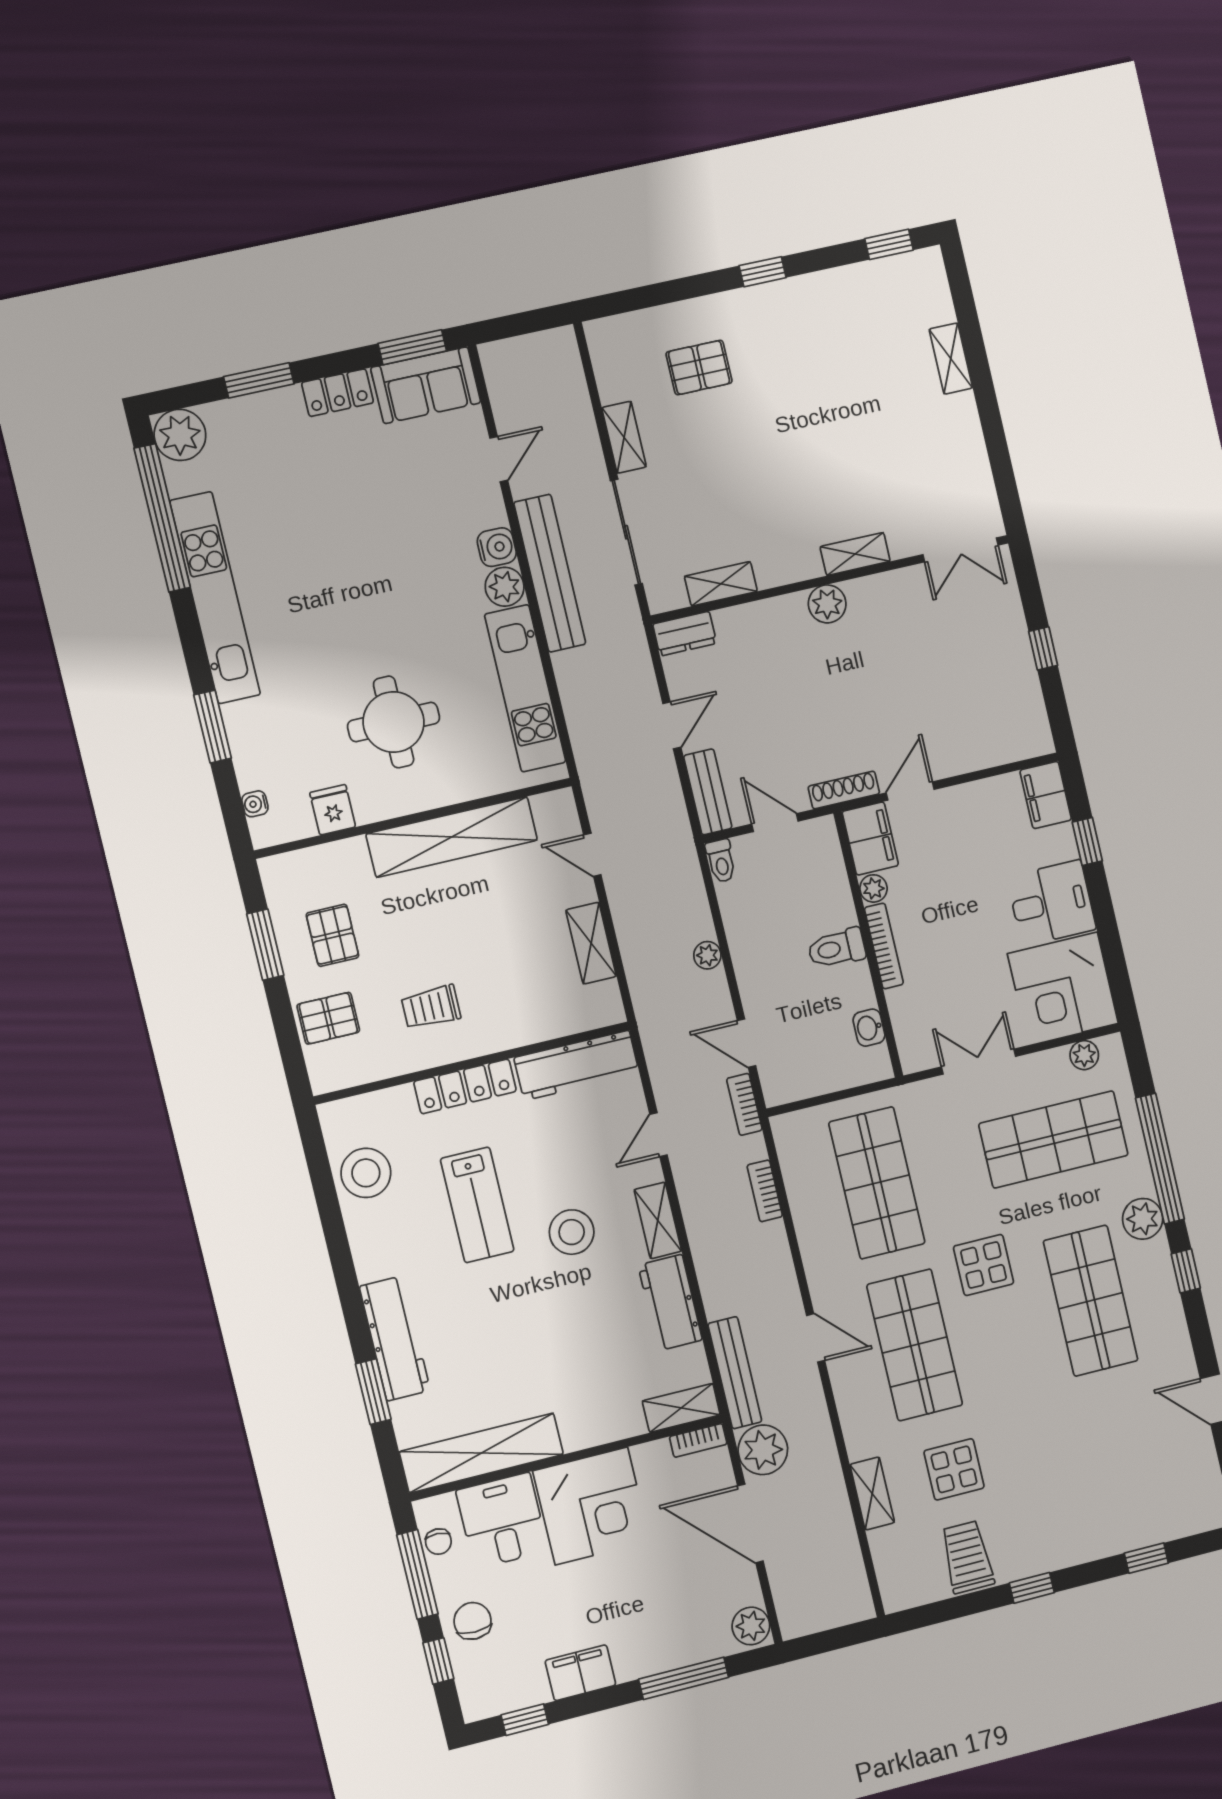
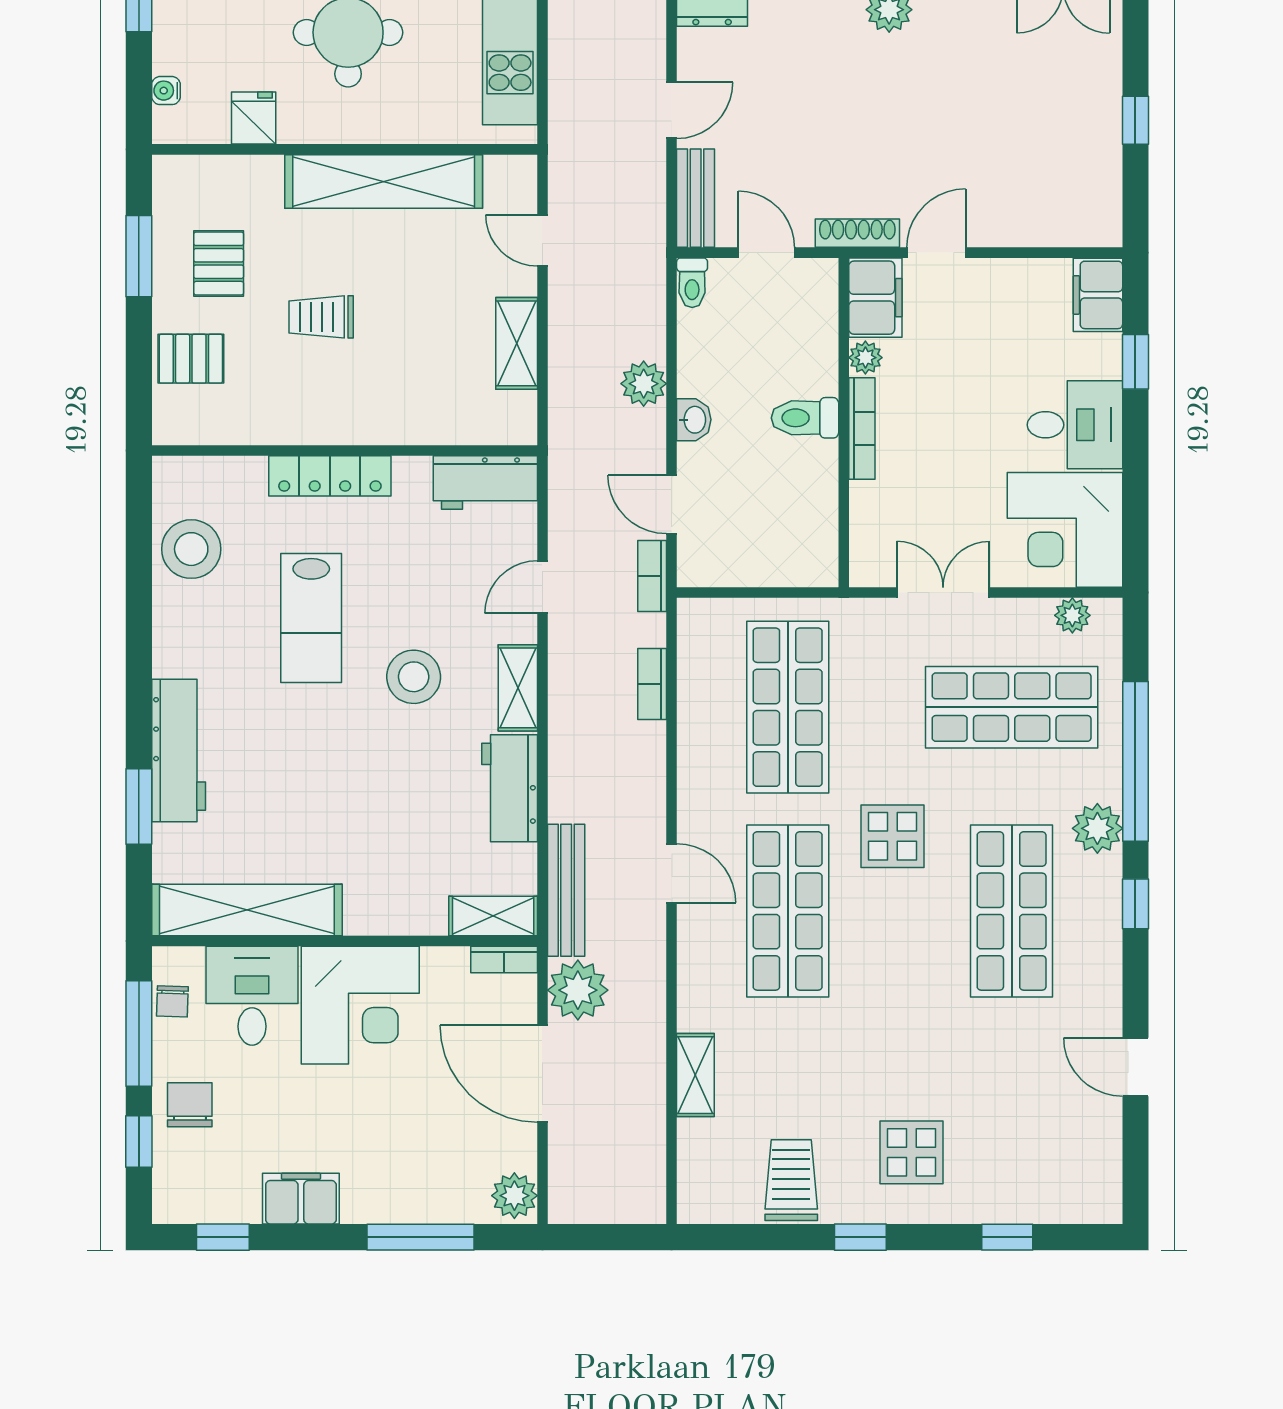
plant: (707, 955) -> (644, 384), width x1.38, depth x1.38
trolley: (431, 1007) -> (321, 317), moved
washbasin: (869, 1028) -> (694, 420), moved, turned 180
workbench: (577, 1065) -> (485, 483), width x0.73
display table: (954, 1469) -> (911, 1152), moved

